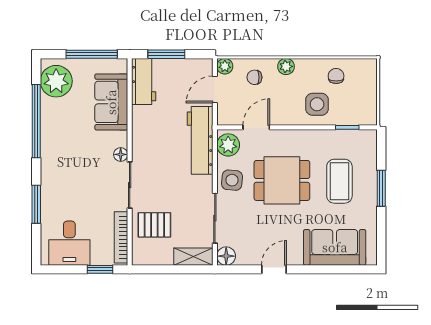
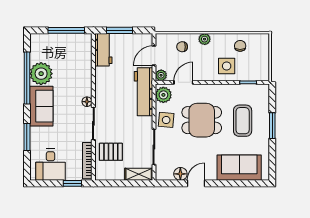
plant: (225, 66) -> (161, 75), moved
plant: (56, 81) -> (41, 74), moved
sofa: (111, 102) -> (41, 106), moved, turned 180
floor lamp: (226, 256) -> (180, 174), moved

